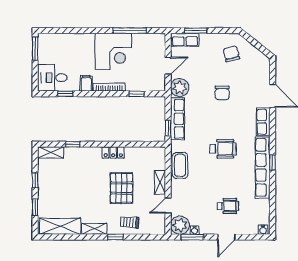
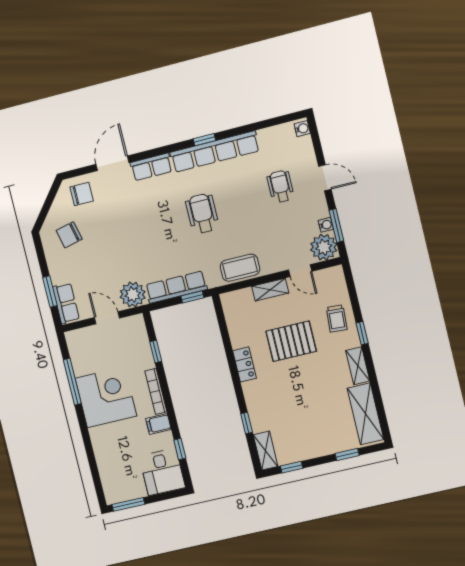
chair: (222, 93) -> (82, 194), moved
window: (35, 180) -> (292, 467), moved

